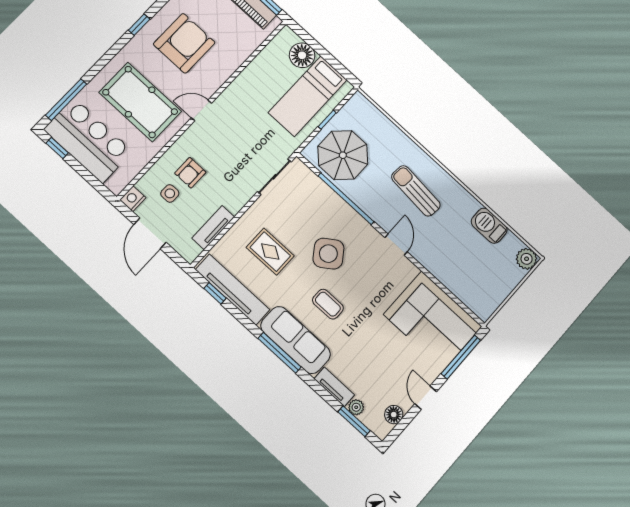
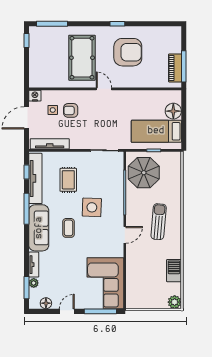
bar counter: (88, 140) -> (43, 51), removed
tv unit: (213, 228) -> (50, 144), width x1.41
side table: (328, 254) -> (92, 207), turned 37
window: (279, 353) -> (26, 209), moved

